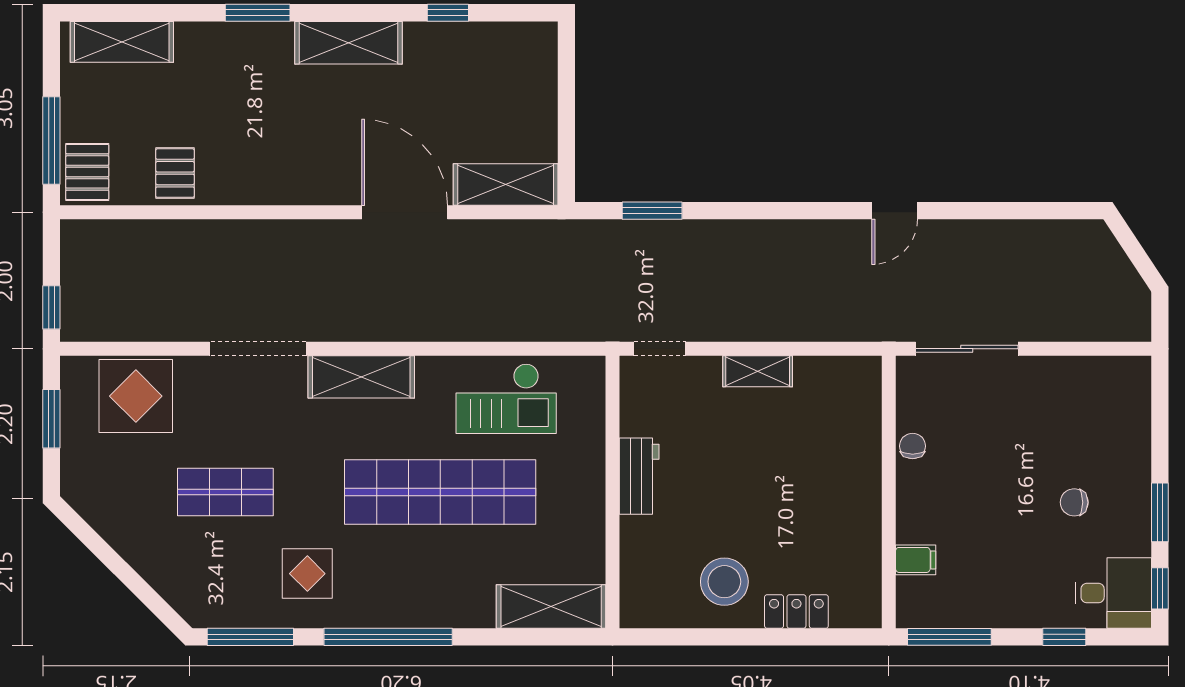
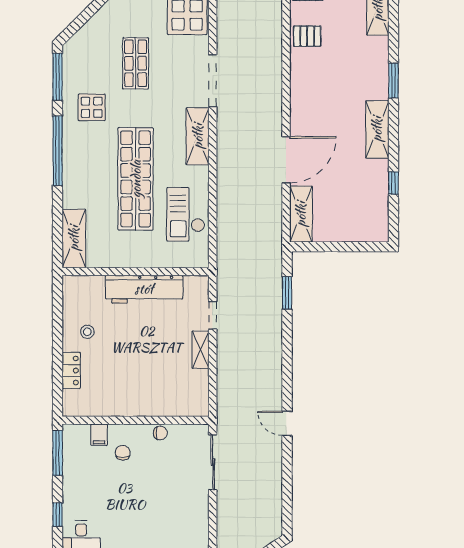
doorway: (660, 349) -> (213, 315), moved
workbench: (639, 476) -> (144, 289), width x1.87, depth x1.32
chair: (1074, 502) -> (123, 453), moved
stool: (724, 582) -> (87, 332), width x0.53, depth x0.53

